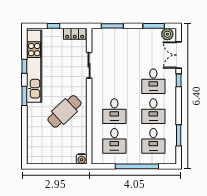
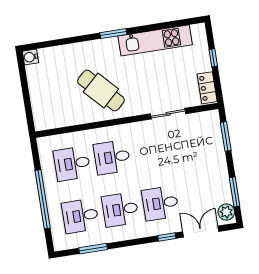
window: (24, 66) -> (153, 27), removed
kitchen unit: (34, 66) -> (155, 40), width x0.73
water cooler: (82, 159) -> (30, 57), moved

